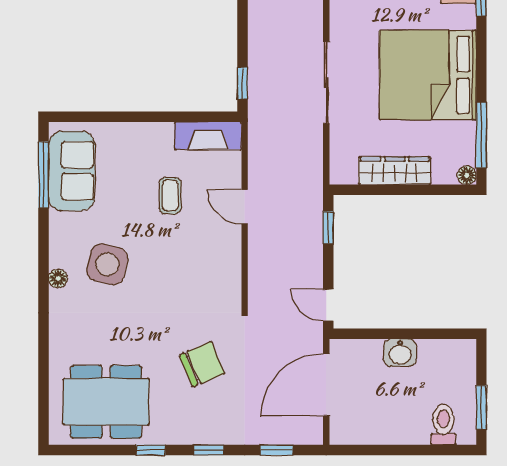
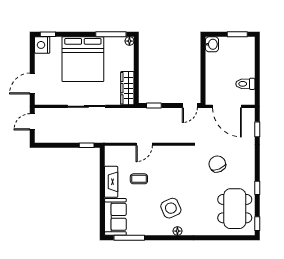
fireplace: (208, 136) -> (111, 182), moved
sofa: (72, 171) -> (115, 217), moved, turned 90
wardrobe: (395, 171) -> (127, 88), moved
side table: (107, 264) -> (171, 208), turned -38
washbasin: (400, 353) -> (212, 44), moved
toilet: (443, 424) -> (245, 84), moved
window: (209, 450) -> (257, 224), moved

